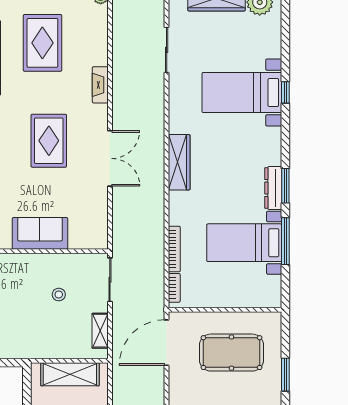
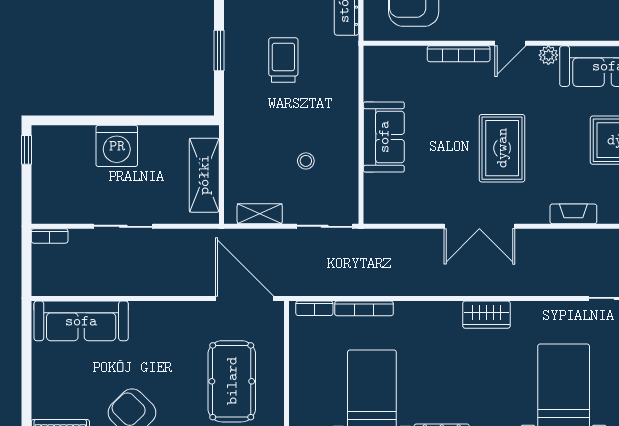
rug: (49, 141) -> (502, 148), turned 90
wardrobe: (179, 162) -> (486, 315), width x0.67

